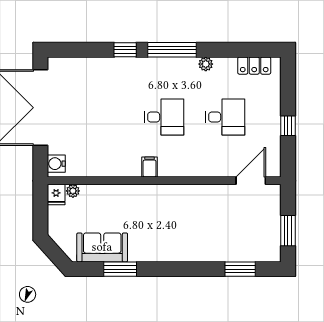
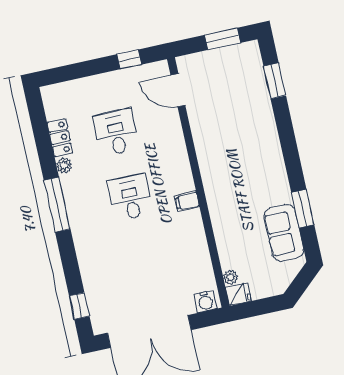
window: (125, 50) -> (79, 306), moved
locker: (254, 66) -> (60, 138), moved
window: (288, 126) -> (129, 59), moved

